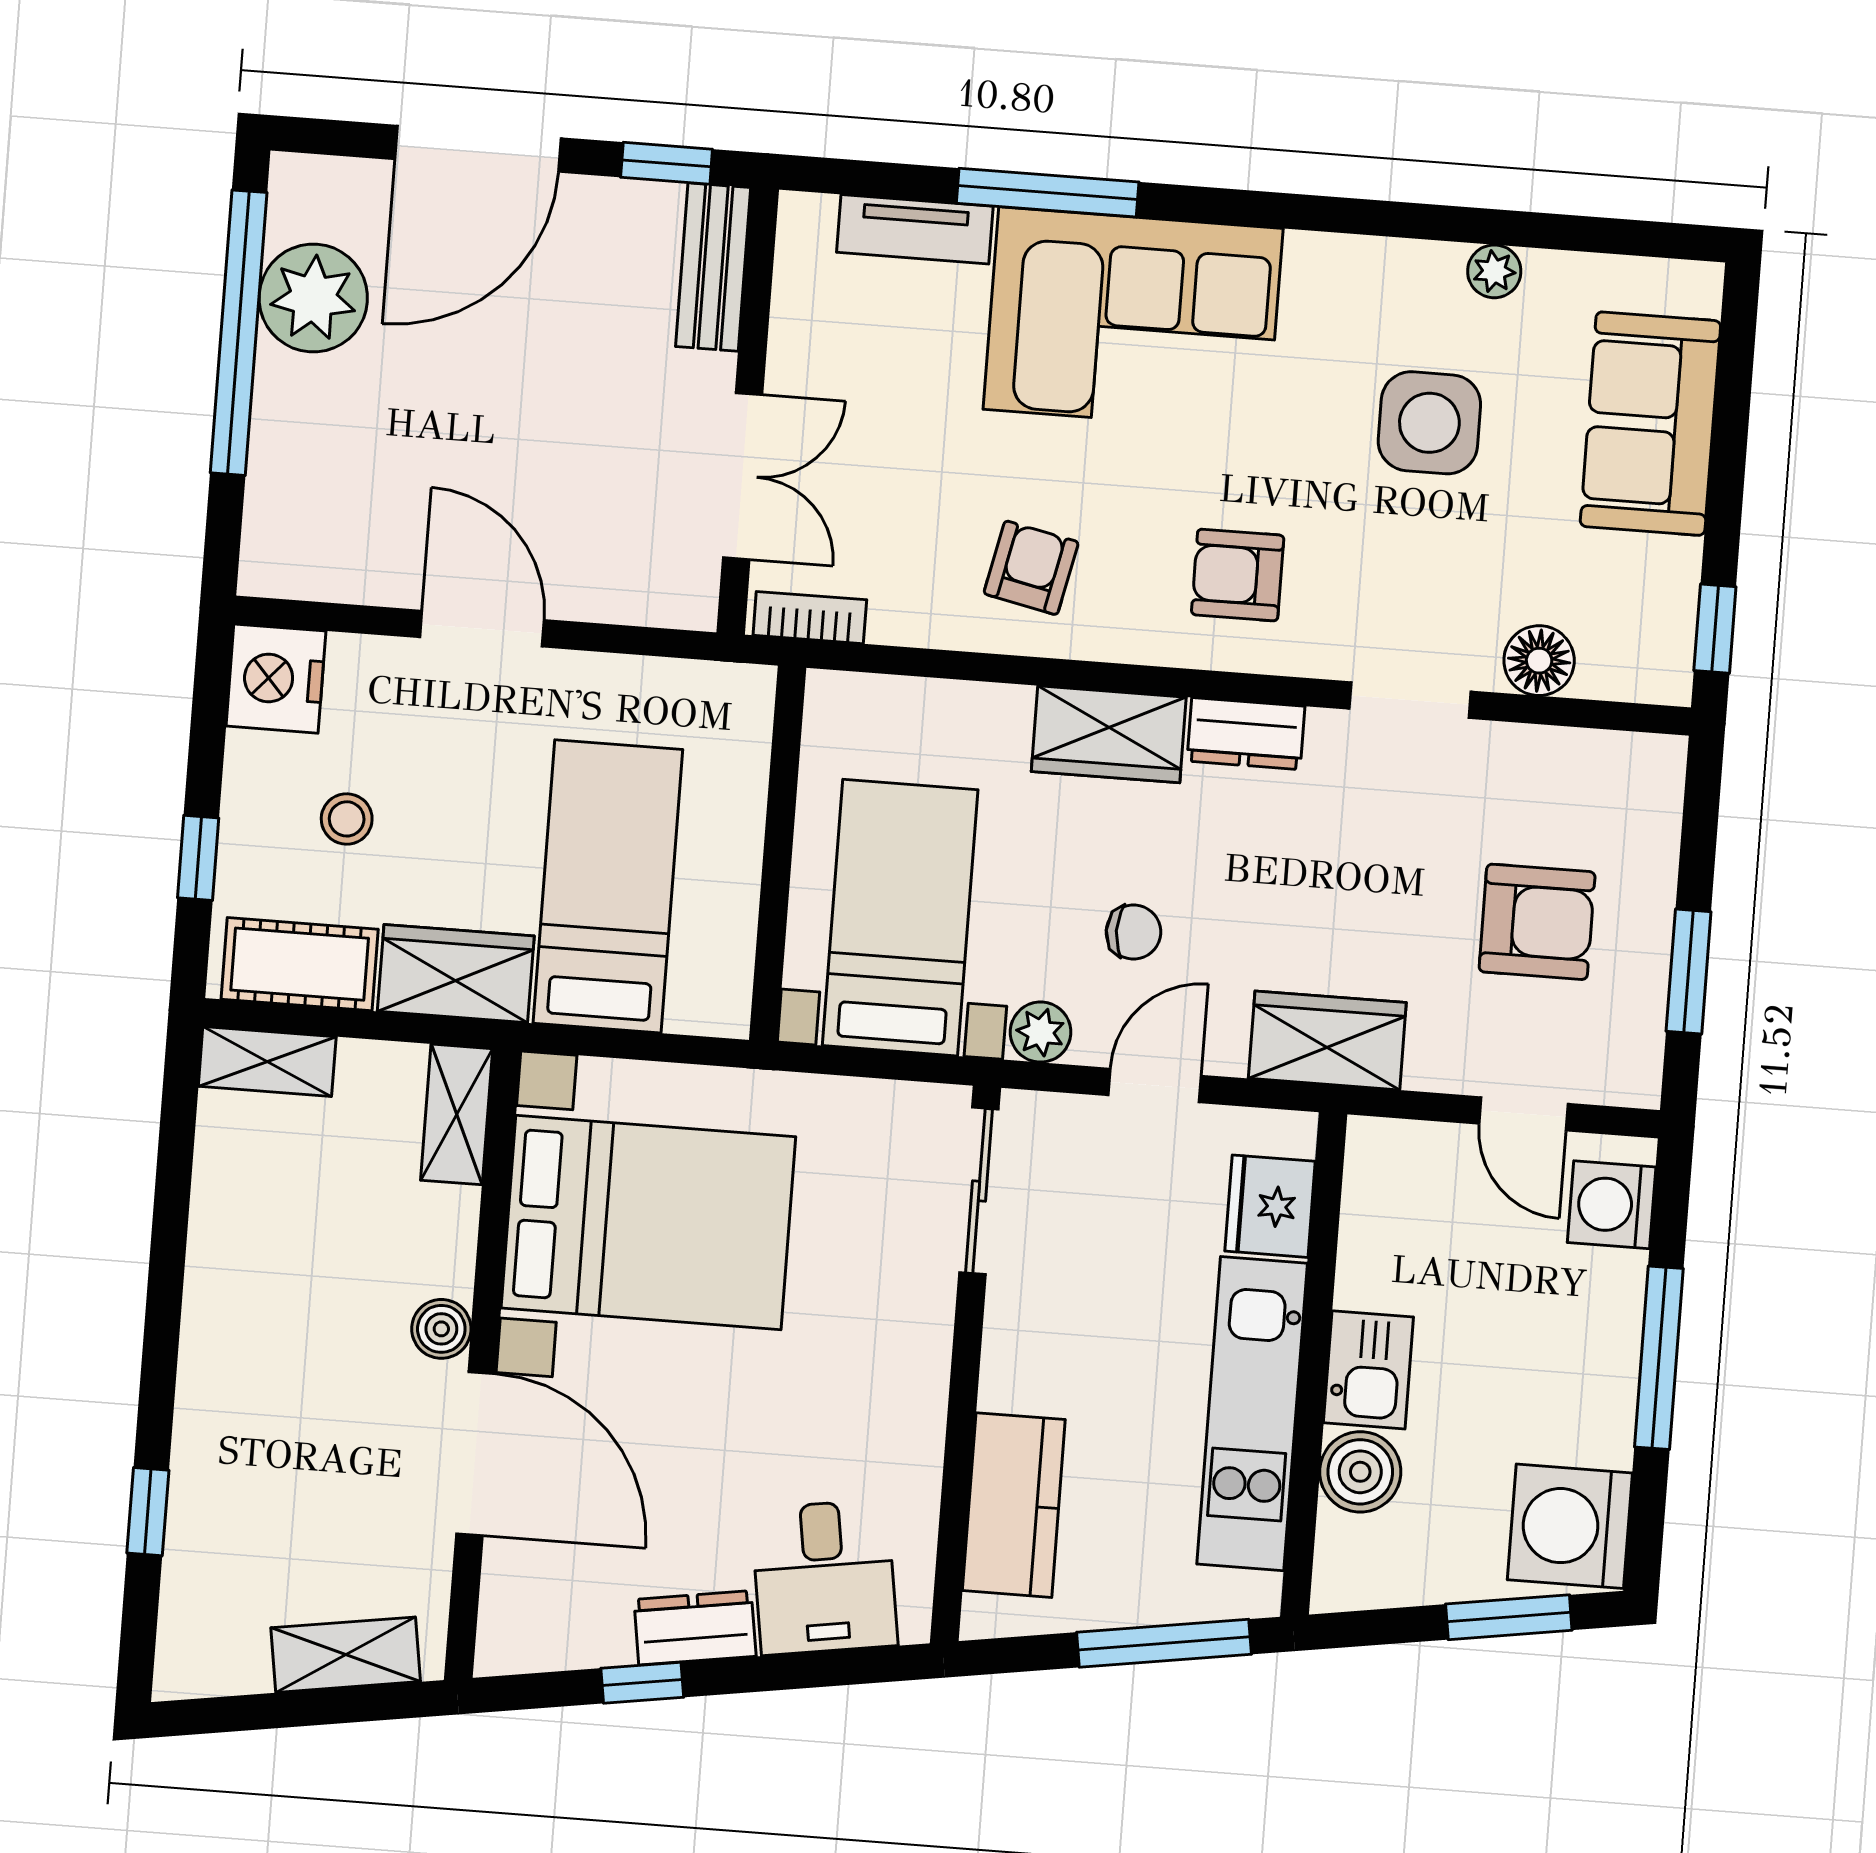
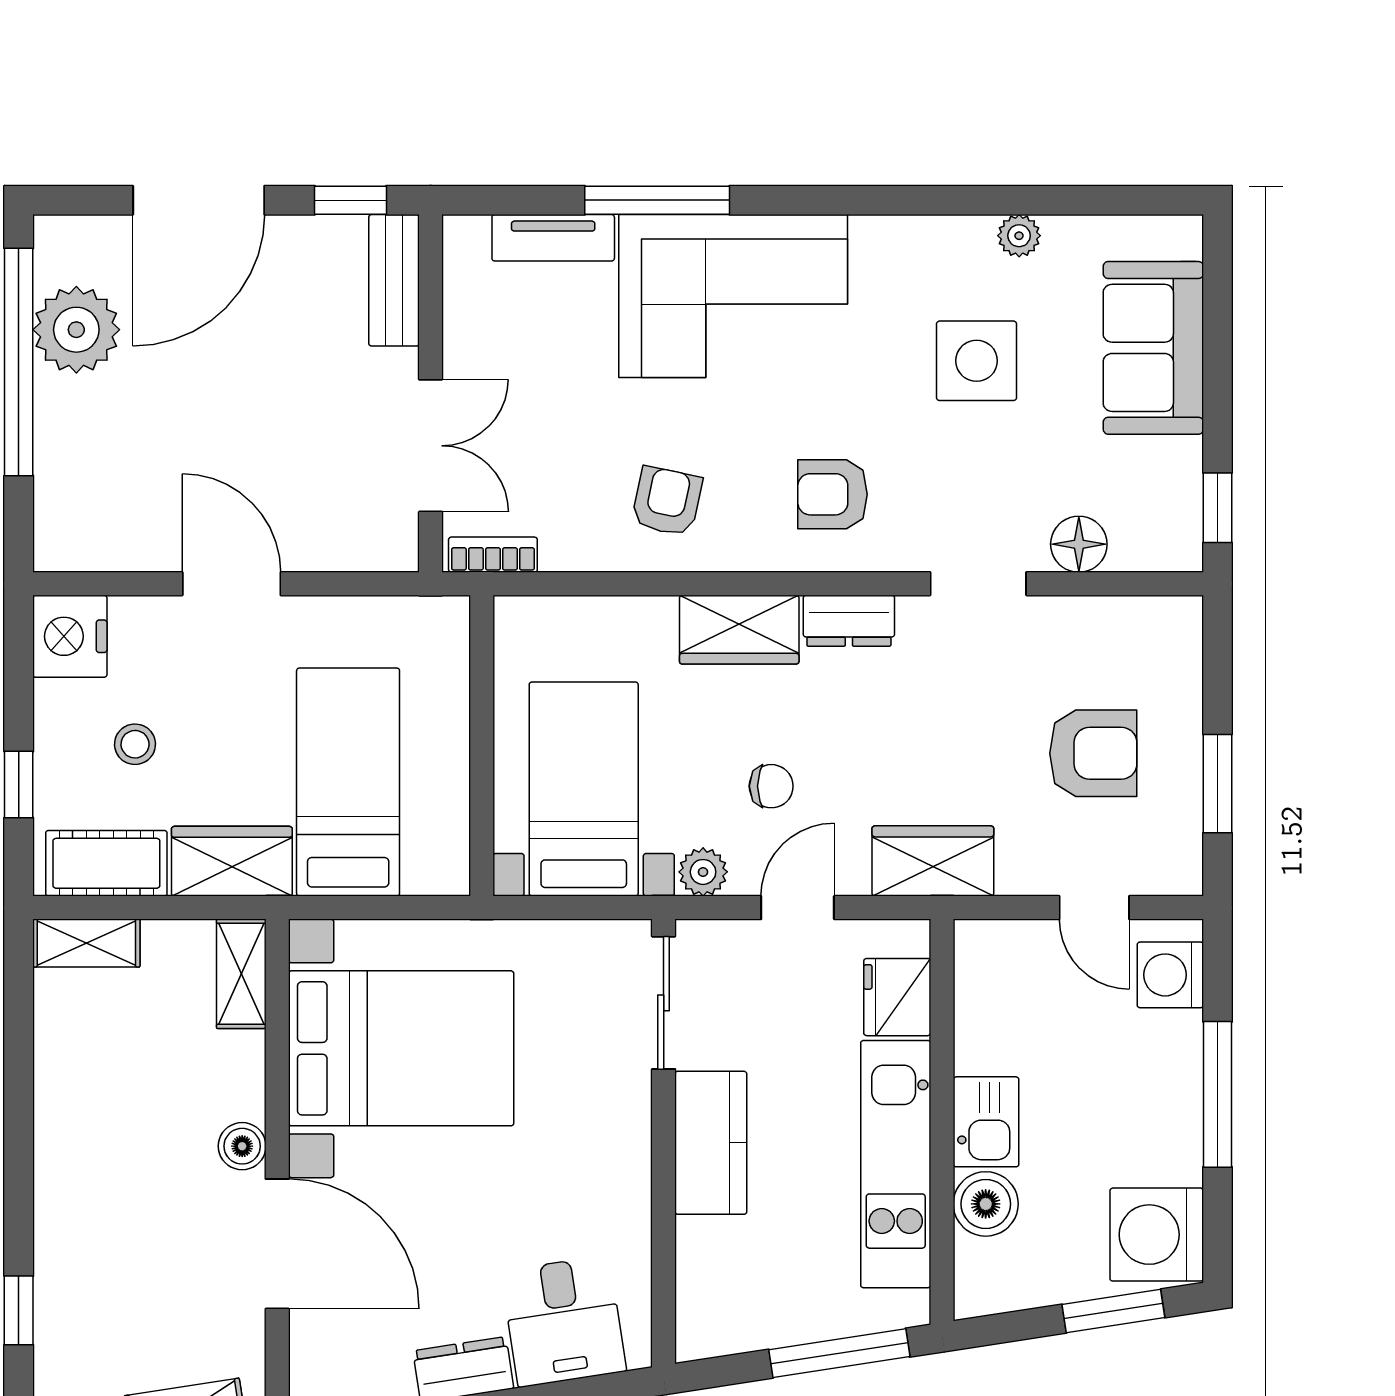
kitchen counter: (1014, 1505) -> (711, 1143), moved

